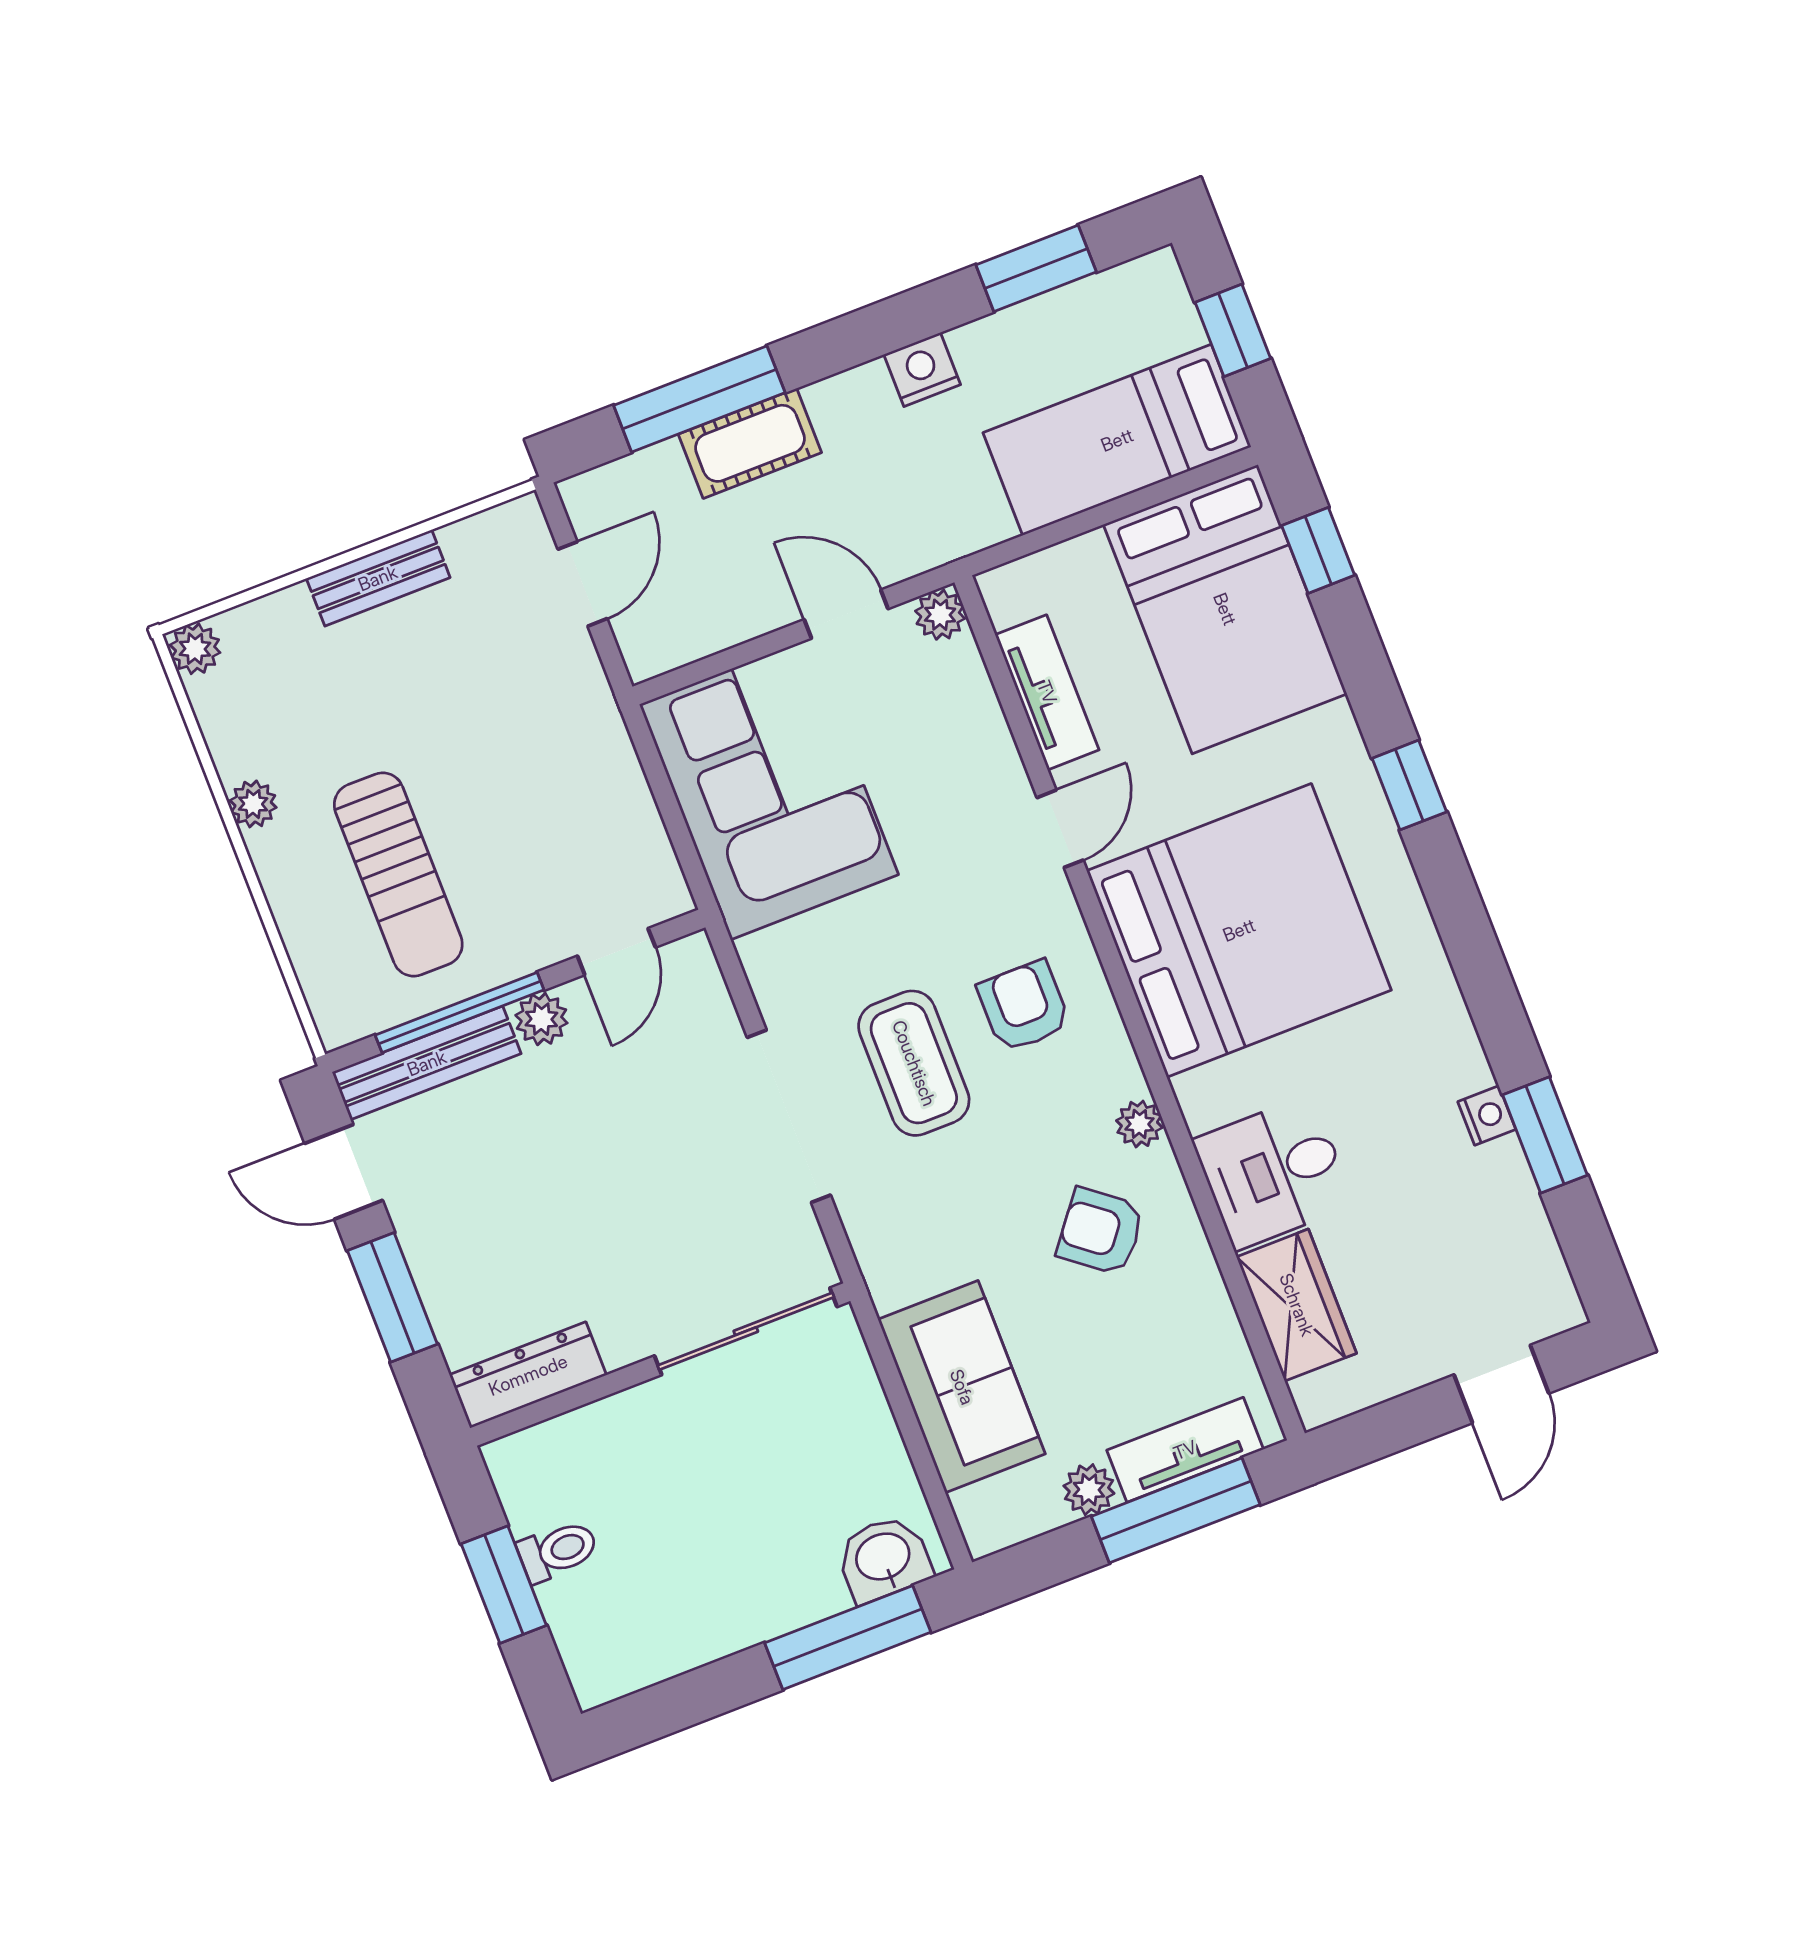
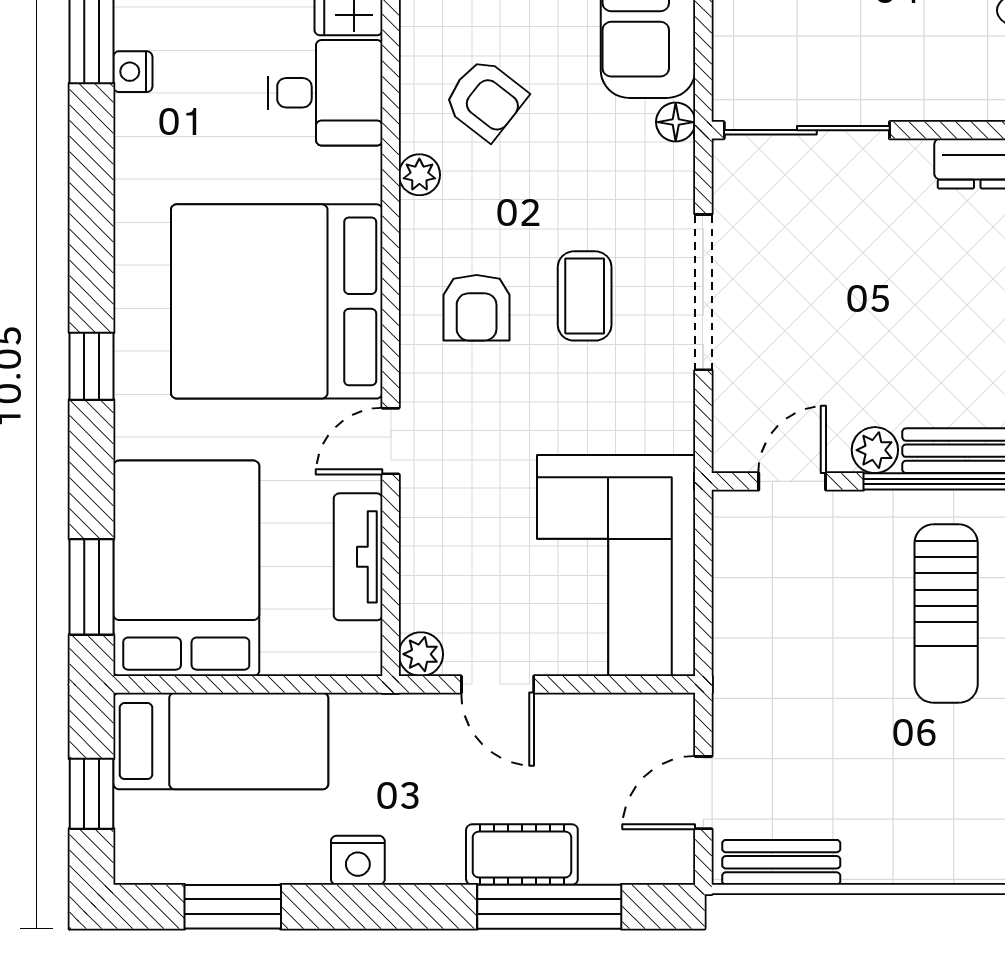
window: (1318, 550) -> (91, 587), width x1.50
bench: (378, 578) -> (781, 862), moved
sun lounger: (398, 875) -> (946, 614), turned 180
coffee table: (914, 1063) -> (585, 296), width x0.73, depth x0.77
floor lamp: (889, 1286) -> (676, 122), added

